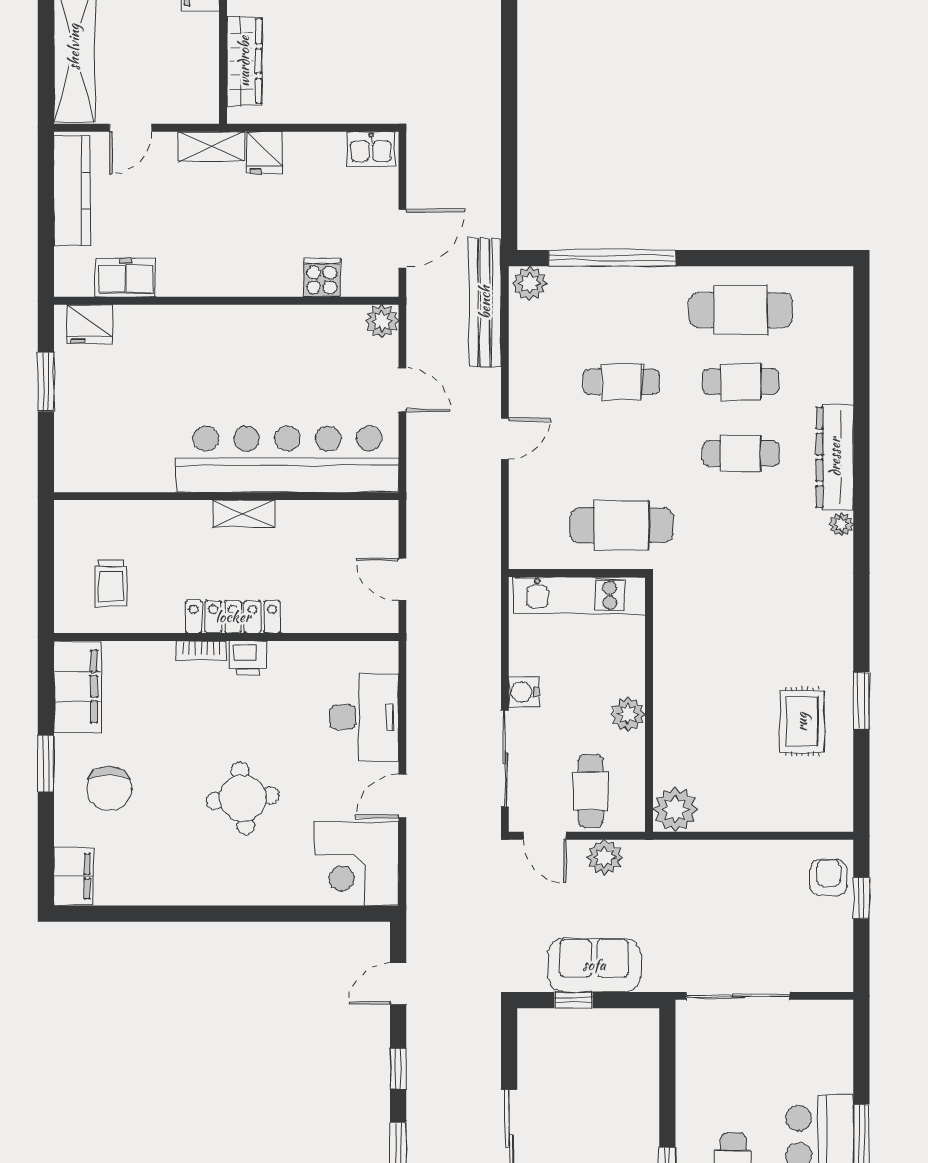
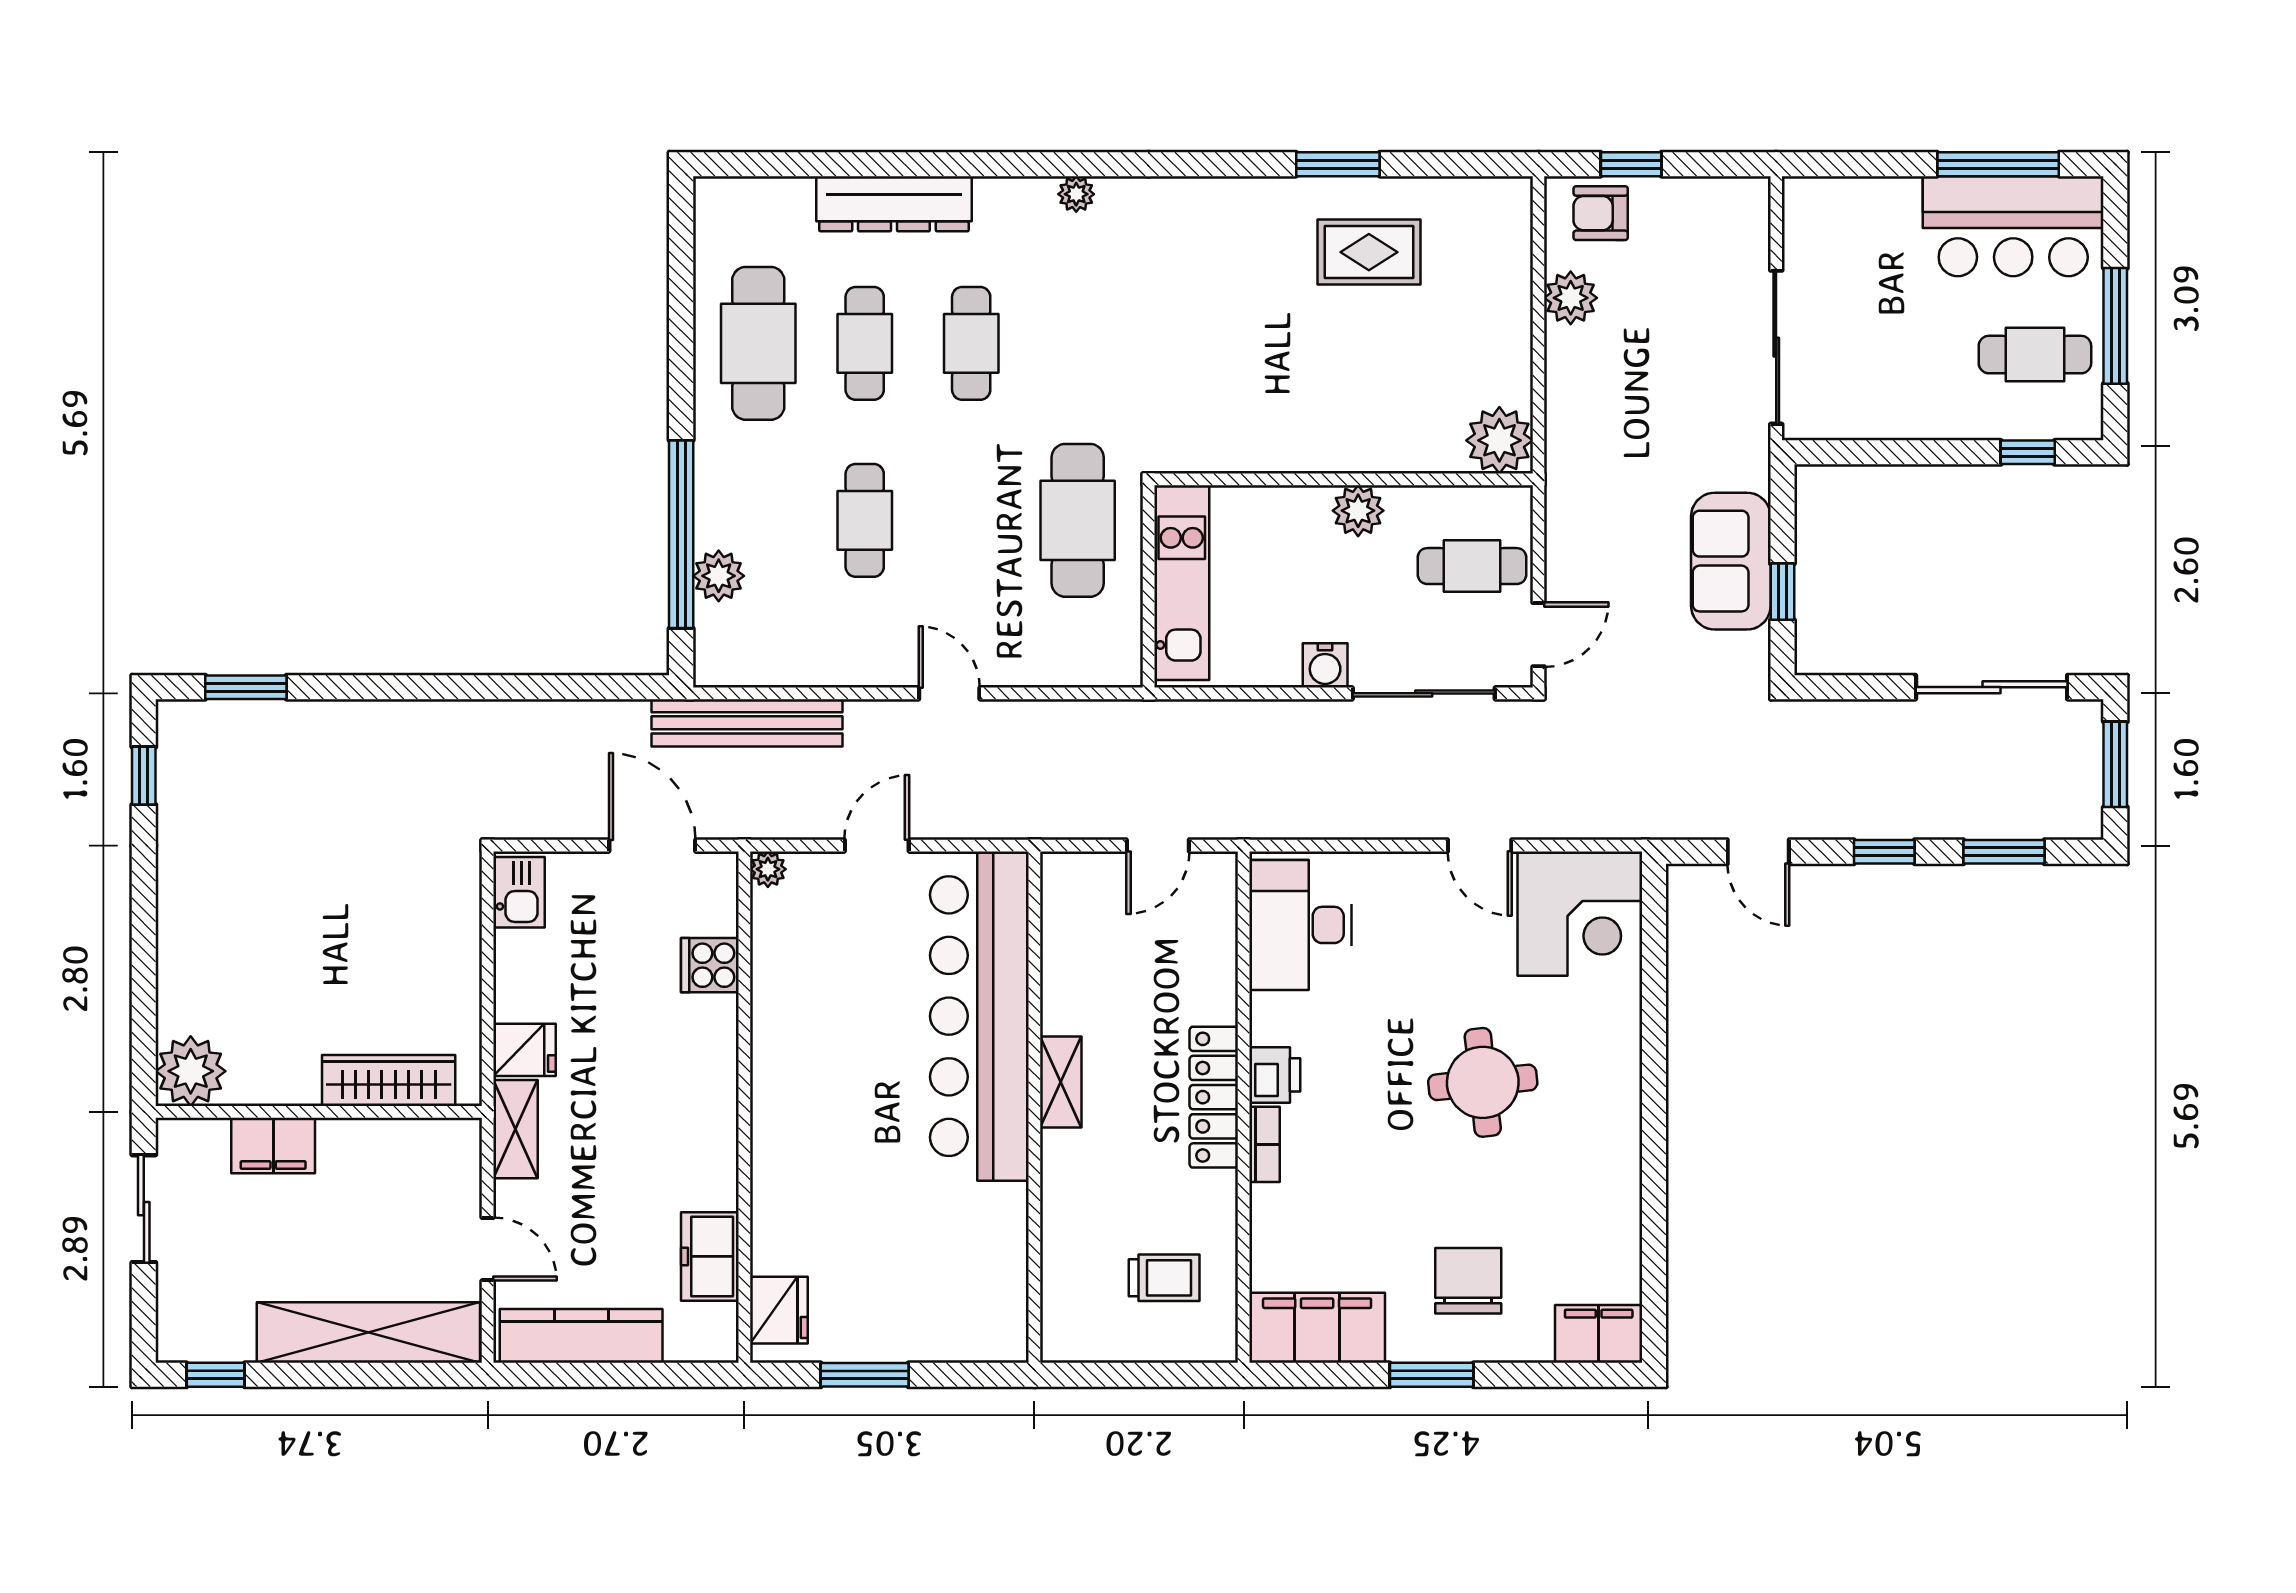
plant: (530, 283) -> (719, 576), moved
plant: (382, 321) -> (768, 869), width x0.73, depth x0.73
dresser: (835, 457) -> (894, 204), moved
desk: (364, 717) -> (1301, 925), moved, turned -90
chair: (109, 788) -> (1468, 1281), turned -90
plant: (605, 857) -> (1571, 298), moved

